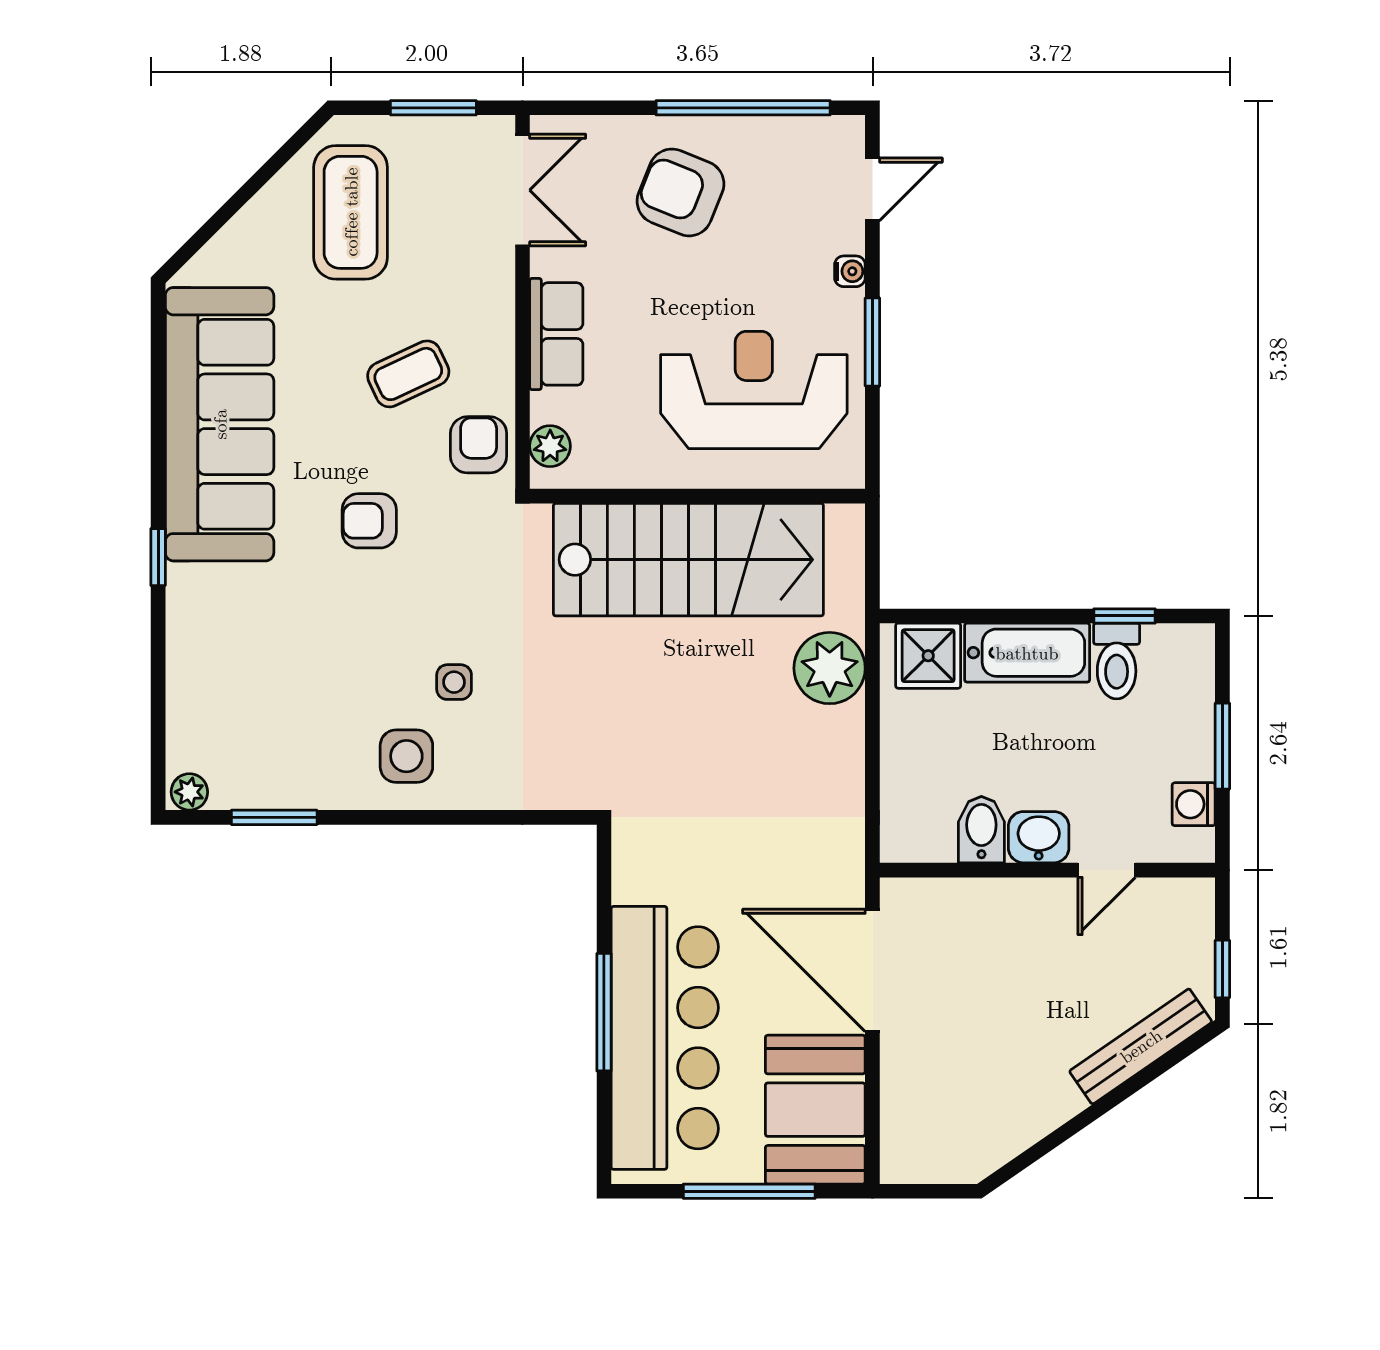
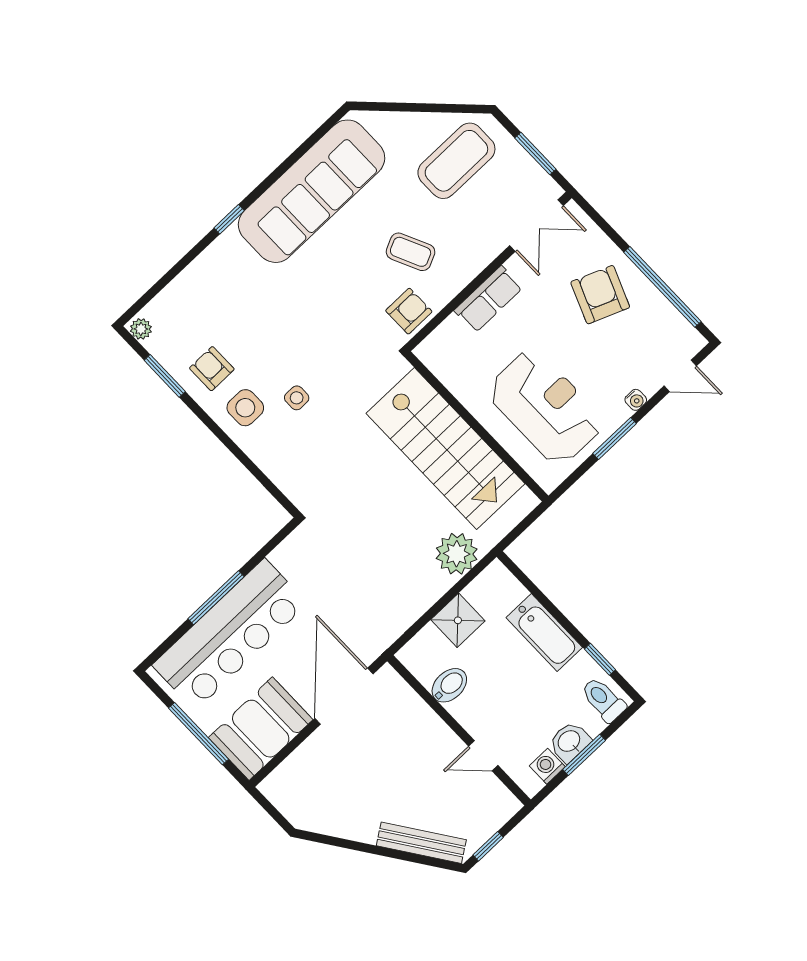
plant: (550, 446) -> (438, 342), removed
armchair: (369, 521) -> (212, 369), moved
shower: (928, 656) -> (458, 620), moved
toilet: (1117, 661) -> (603, 700), moved, turned 90
washbasin: (1039, 837) -> (570, 742), moved, turned -90

